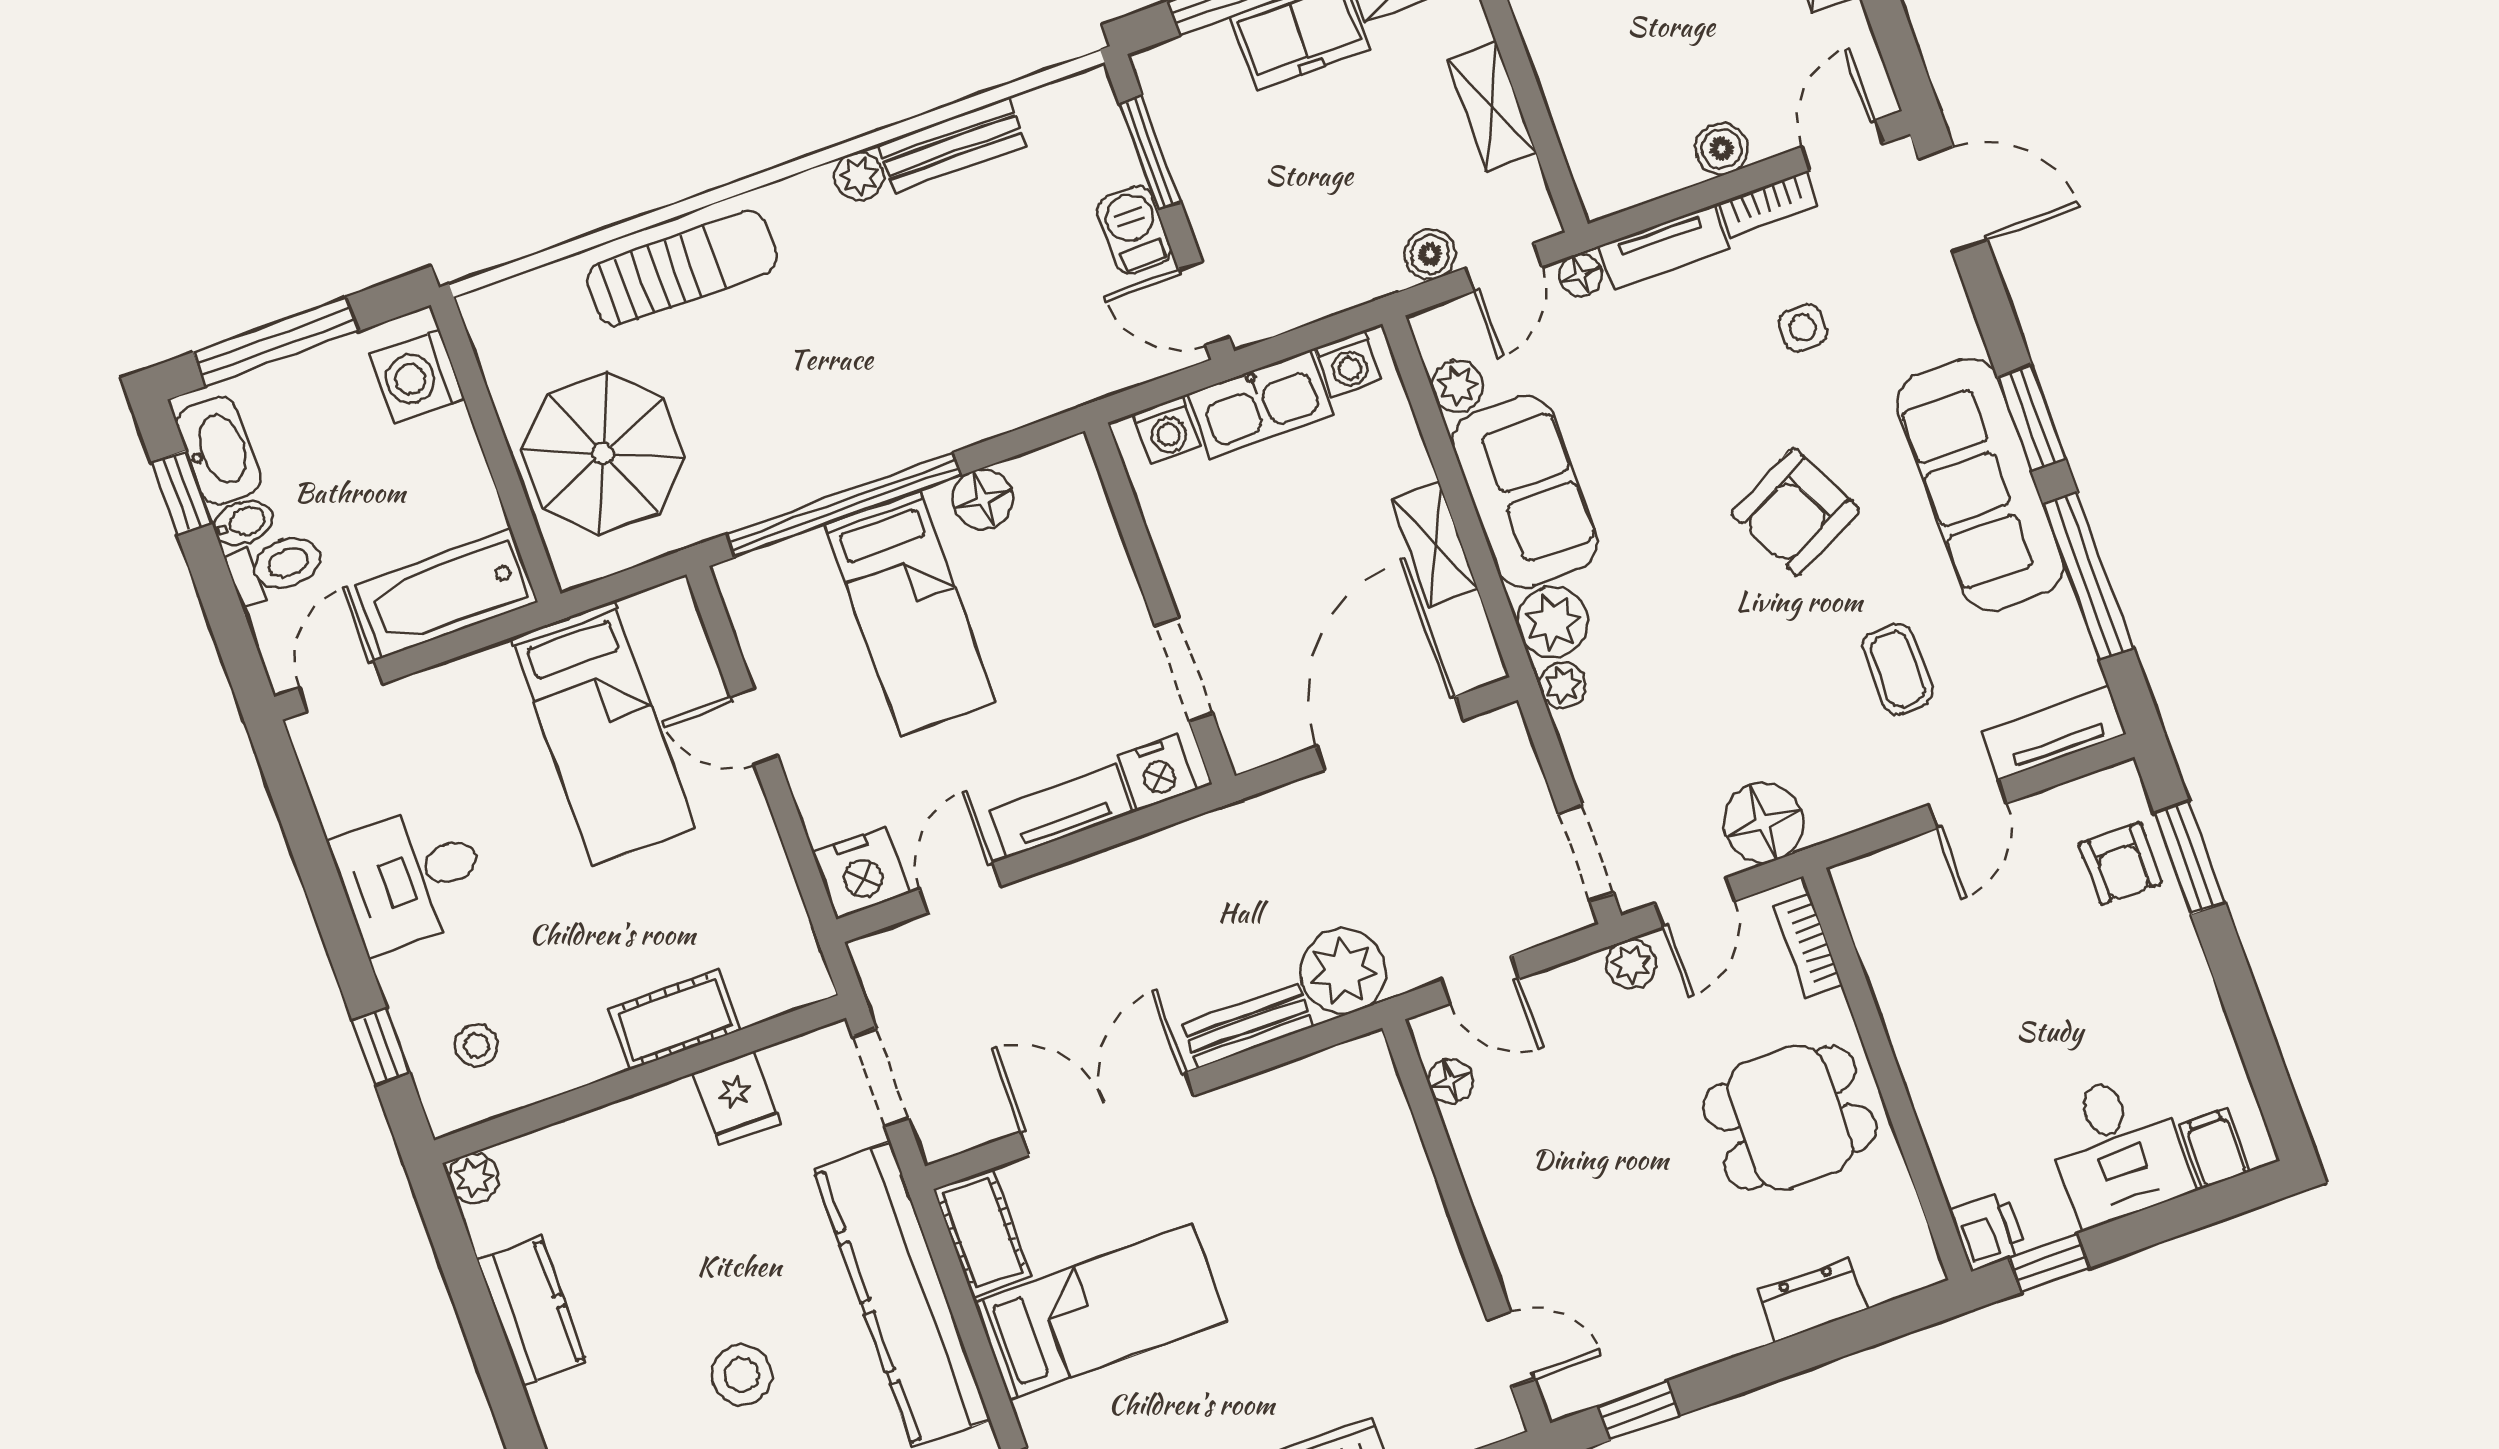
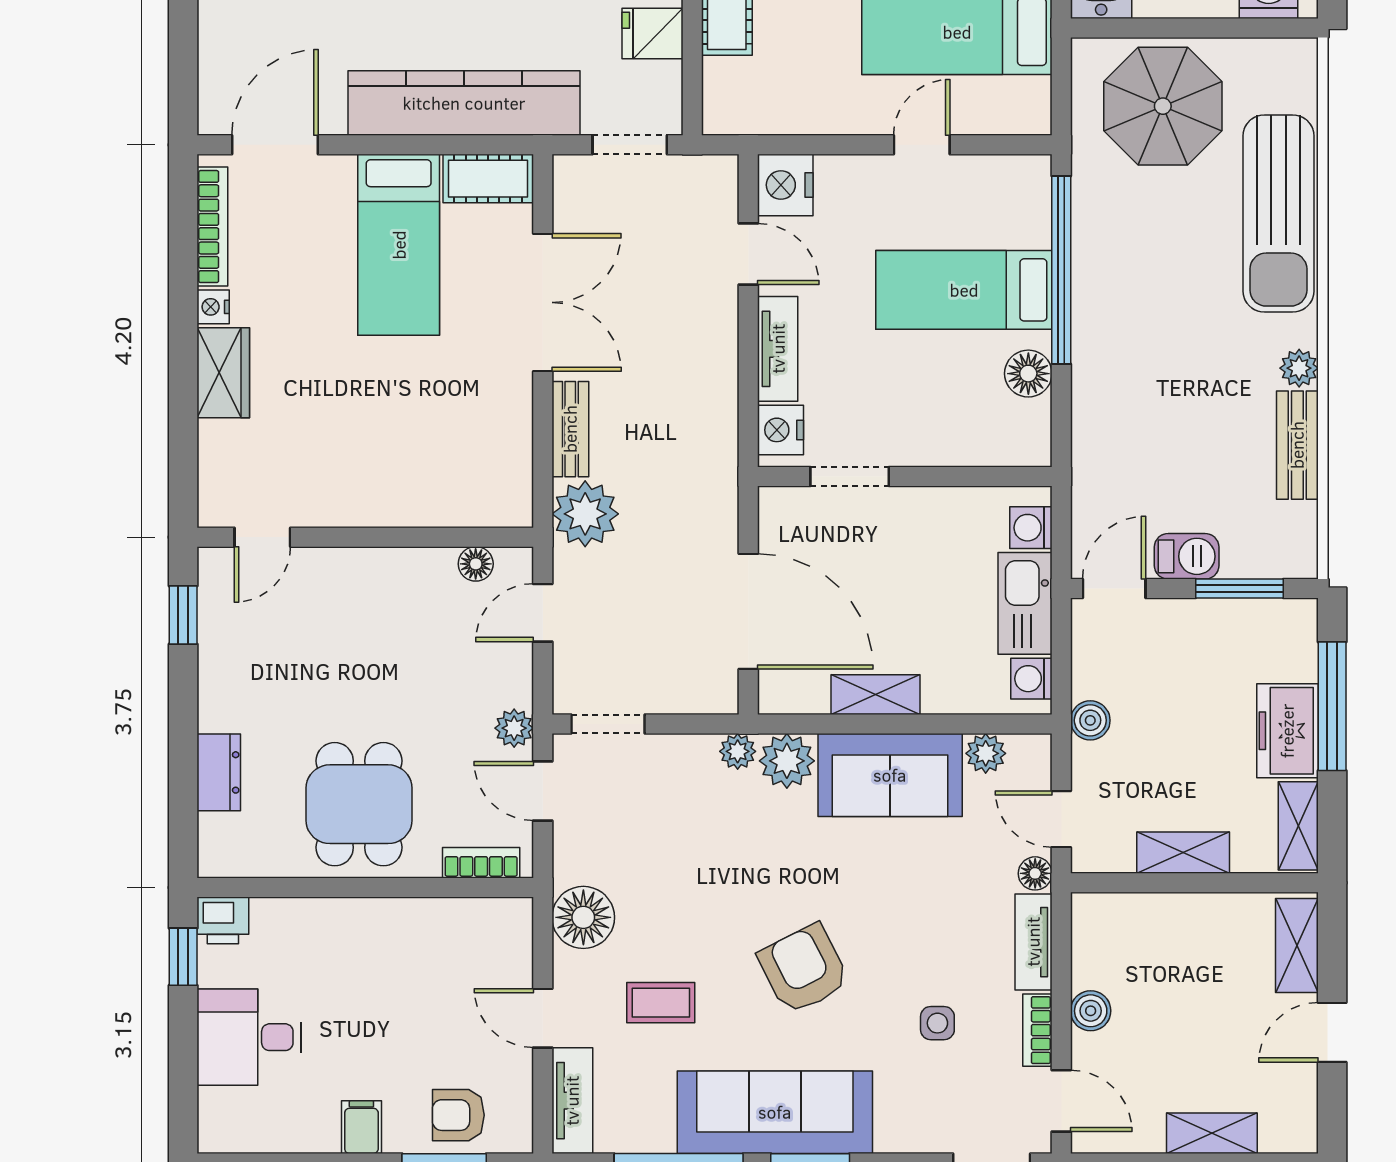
boiler: (1430, 254) -> (1090, 720), moved
sun lounger: (682, 268) -> (1278, 213), width x1.36, depth x1.34
floor lamp: (1763, 823) -> (583, 917), moved
filing cabinet: (2215, 1148) -> (361, 1127), moved, turned -90

